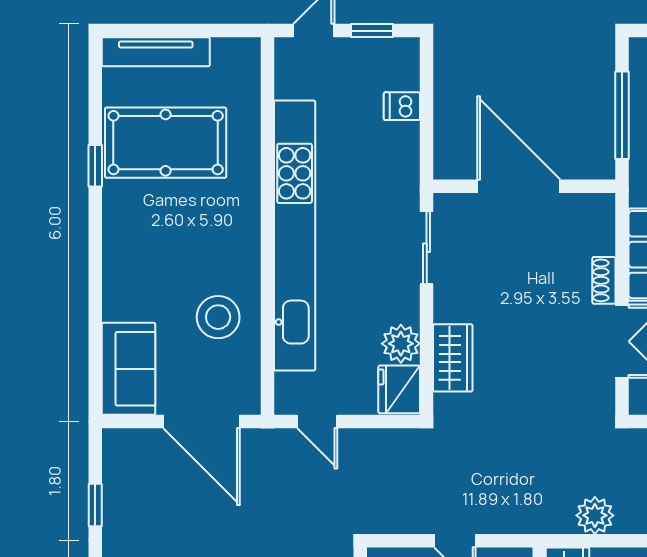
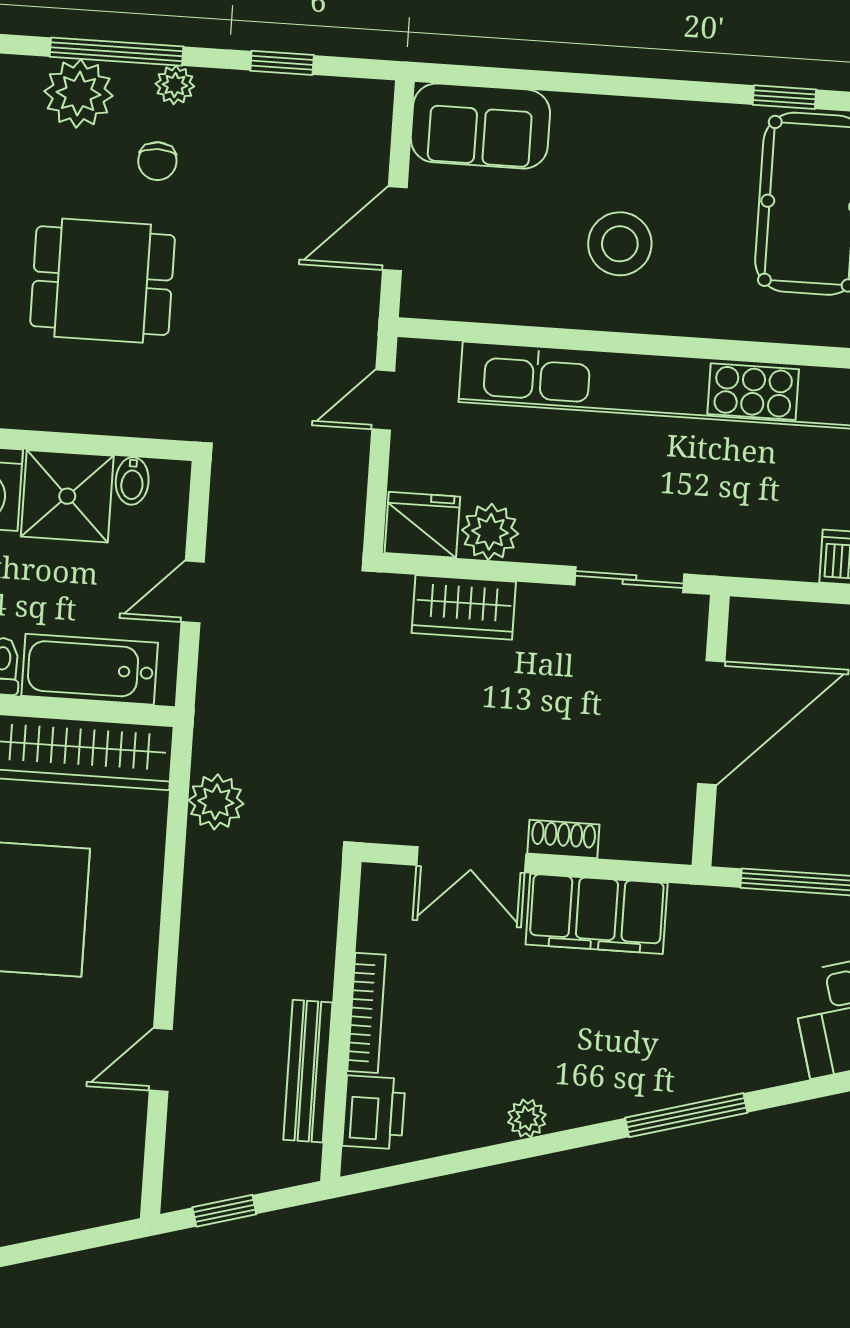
stool: (218, 317) -> (620, 244), moved
door: (202, 422) -> (395, 229), width x0.73

